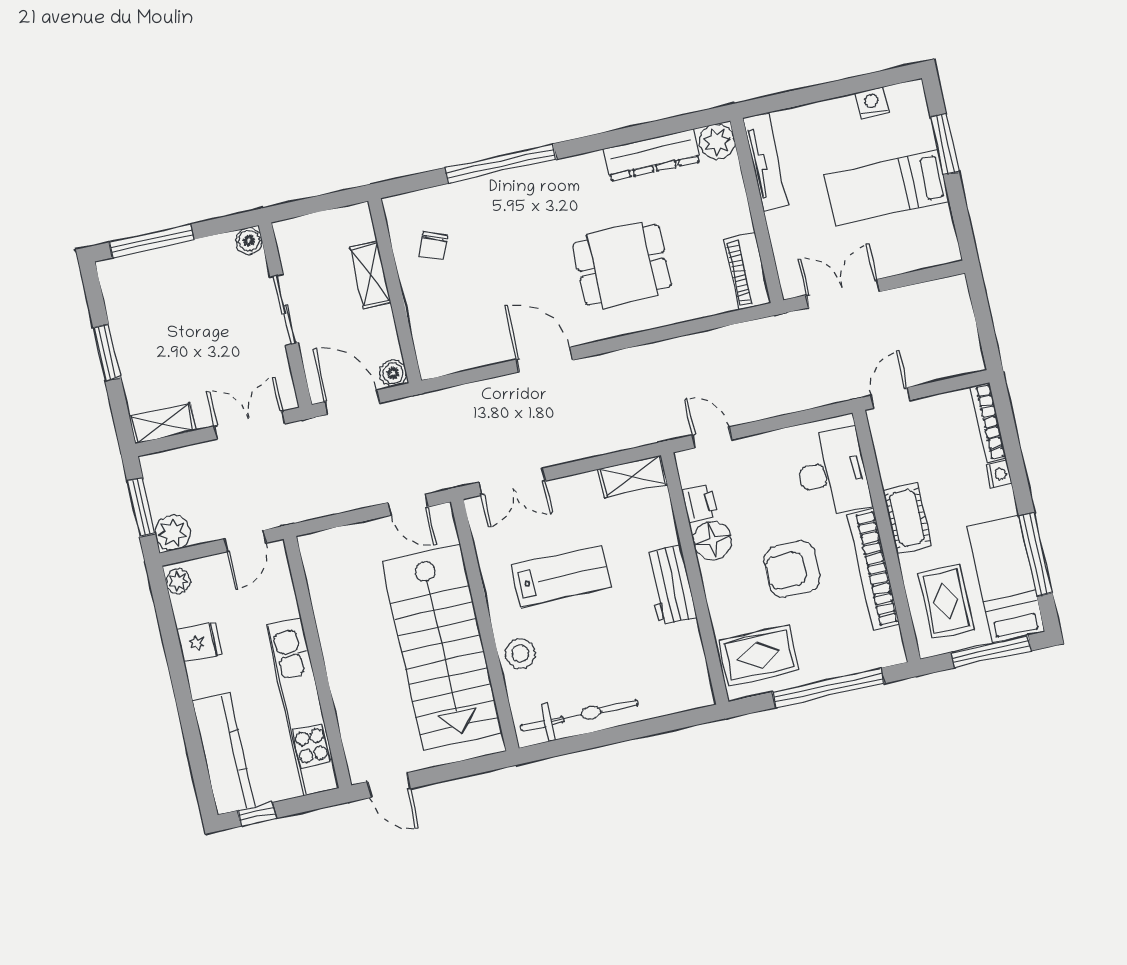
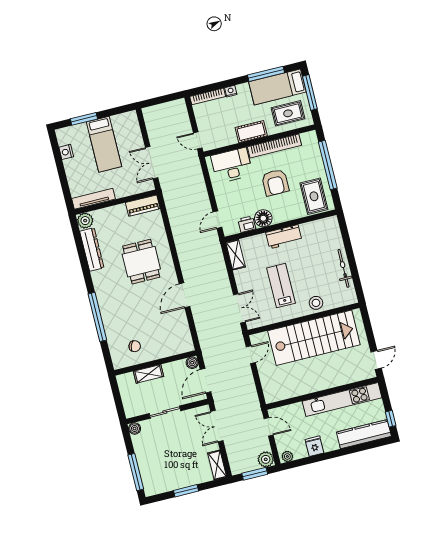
bicycle: (579, 715) -> (343, 268), width x0.73, depth x0.71

